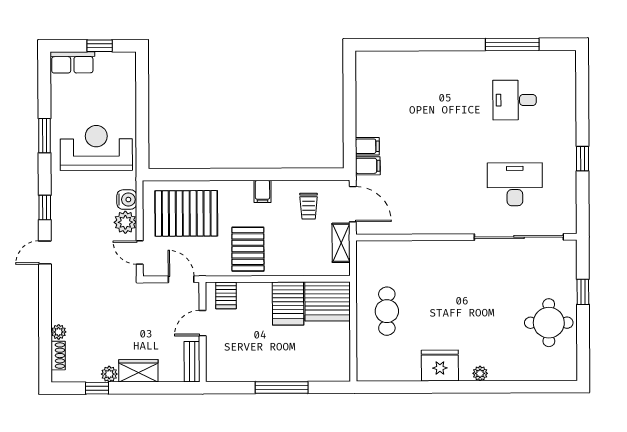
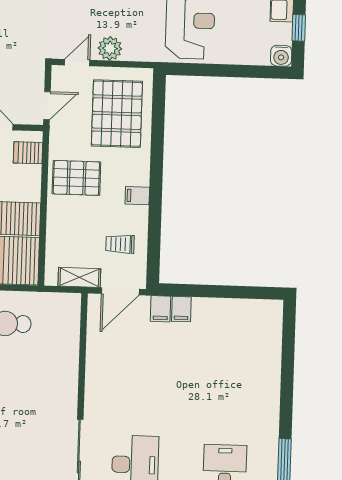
water cooler: (127, 200) -> (281, 56), moved

